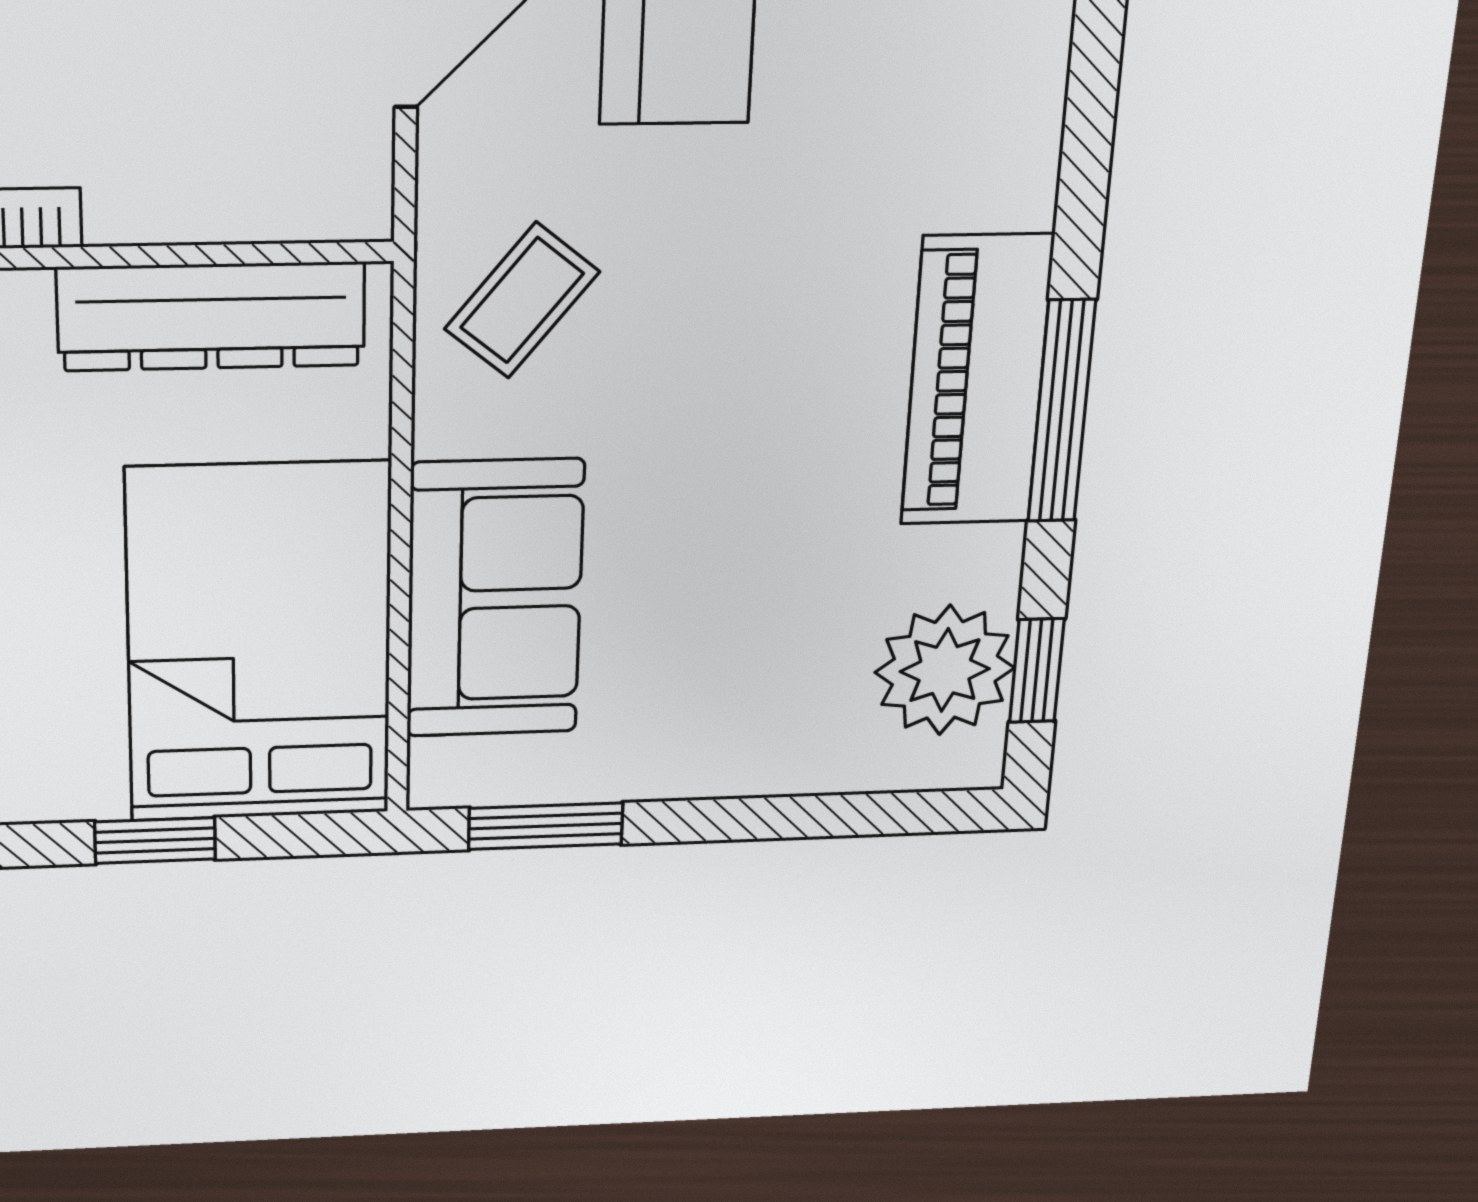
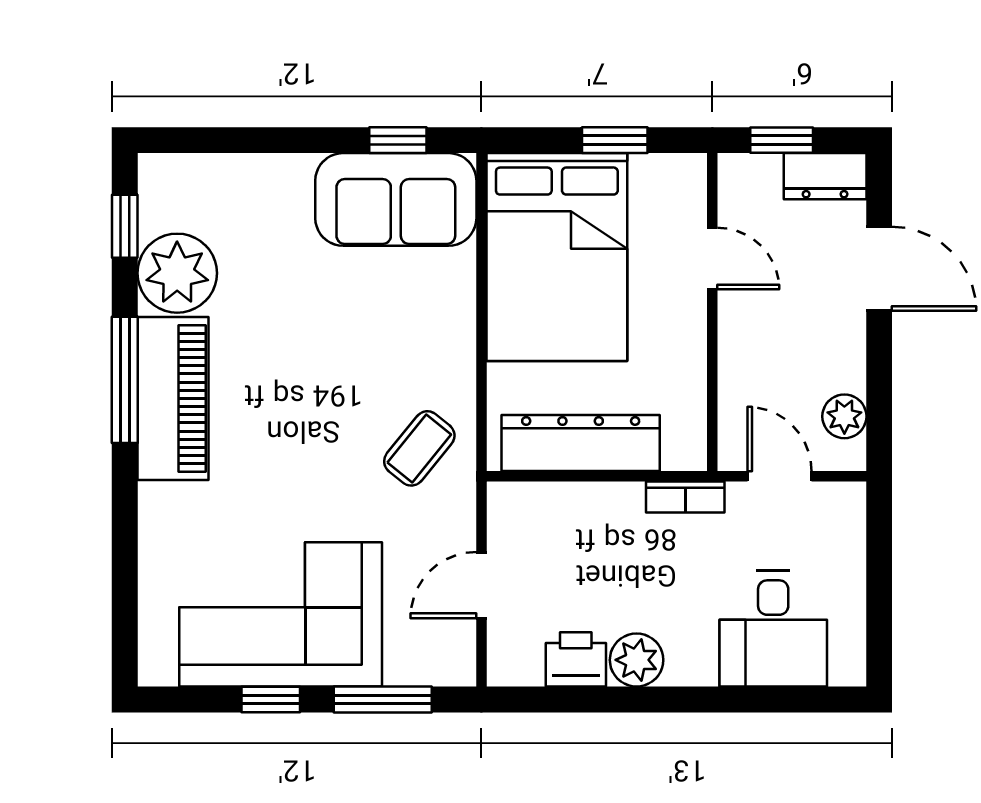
sofa: (495, 599) -> (396, 199), moved, turned -90
plant: (945, 670) -> (177, 273), moved
window: (546, 826) -> (398, 140), width x0.67

